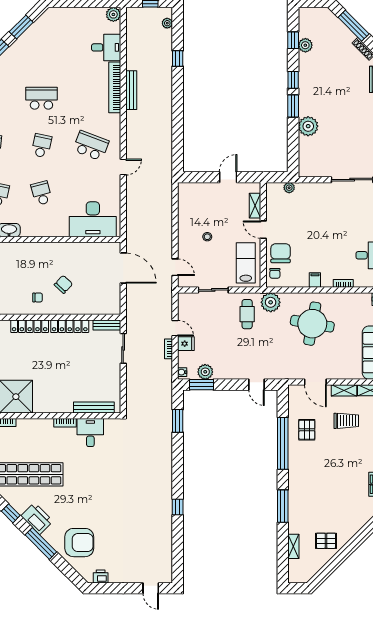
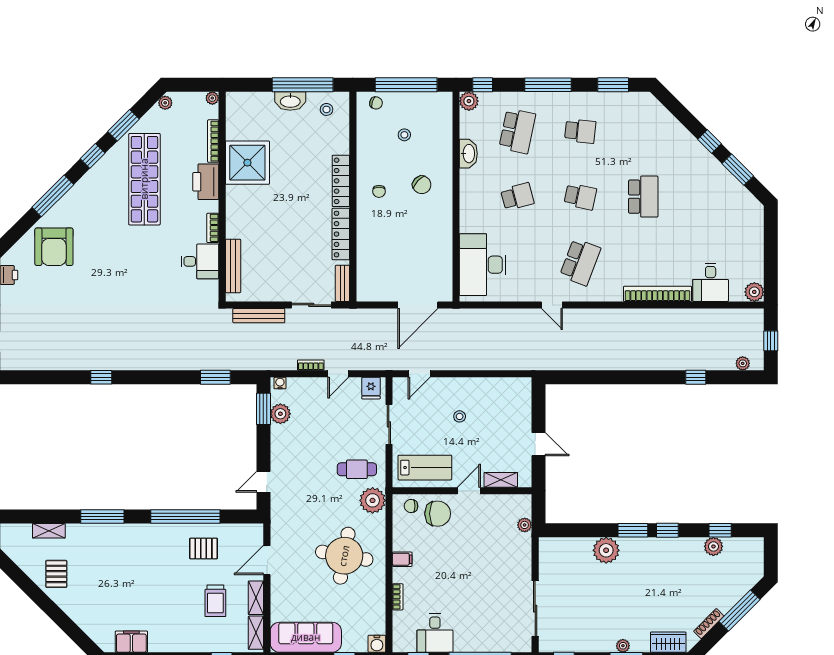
bench: (131, 90) -> (259, 316), moved
chair: (63, 284) -> (422, 185), moved
fridge: (186, 344) -> (371, 388), moved
printer: (37, 518) -> (206, 182), moved, turned 135

